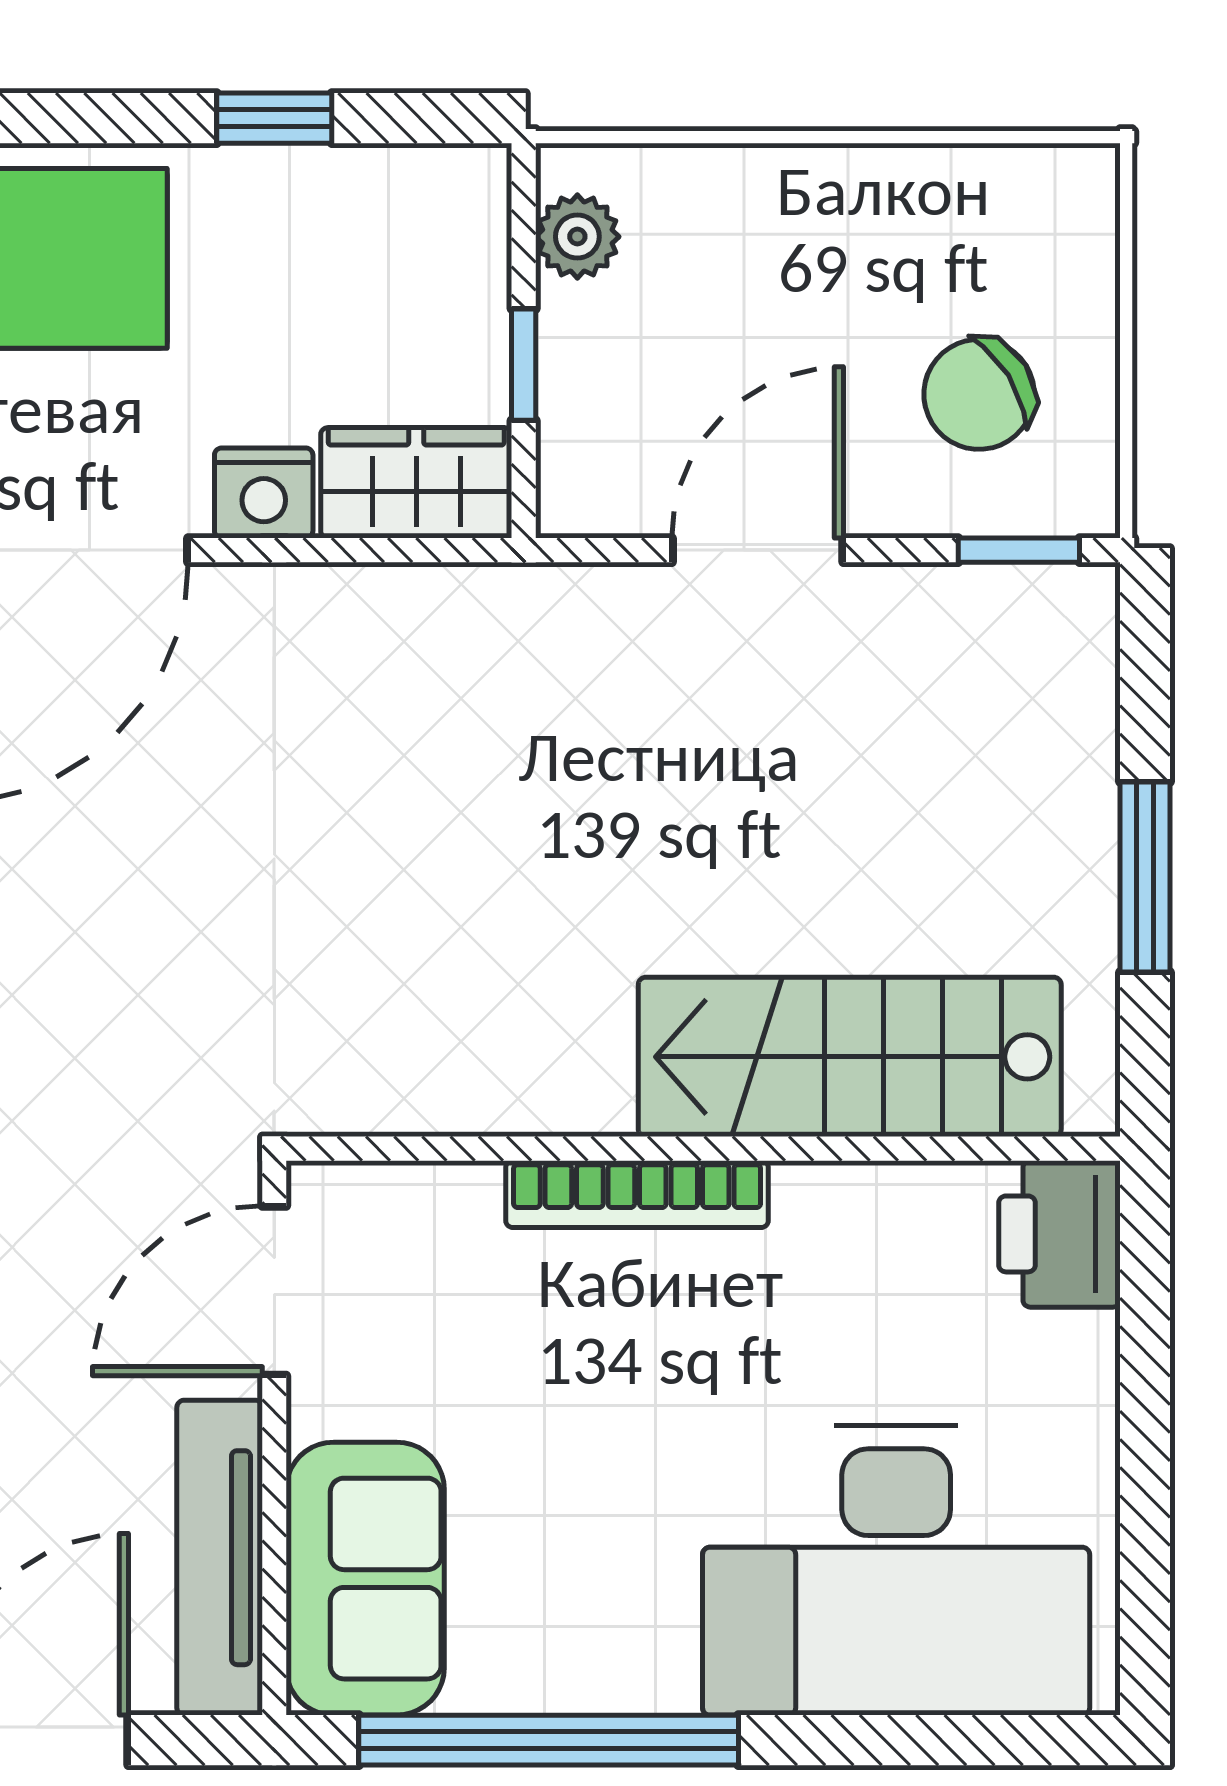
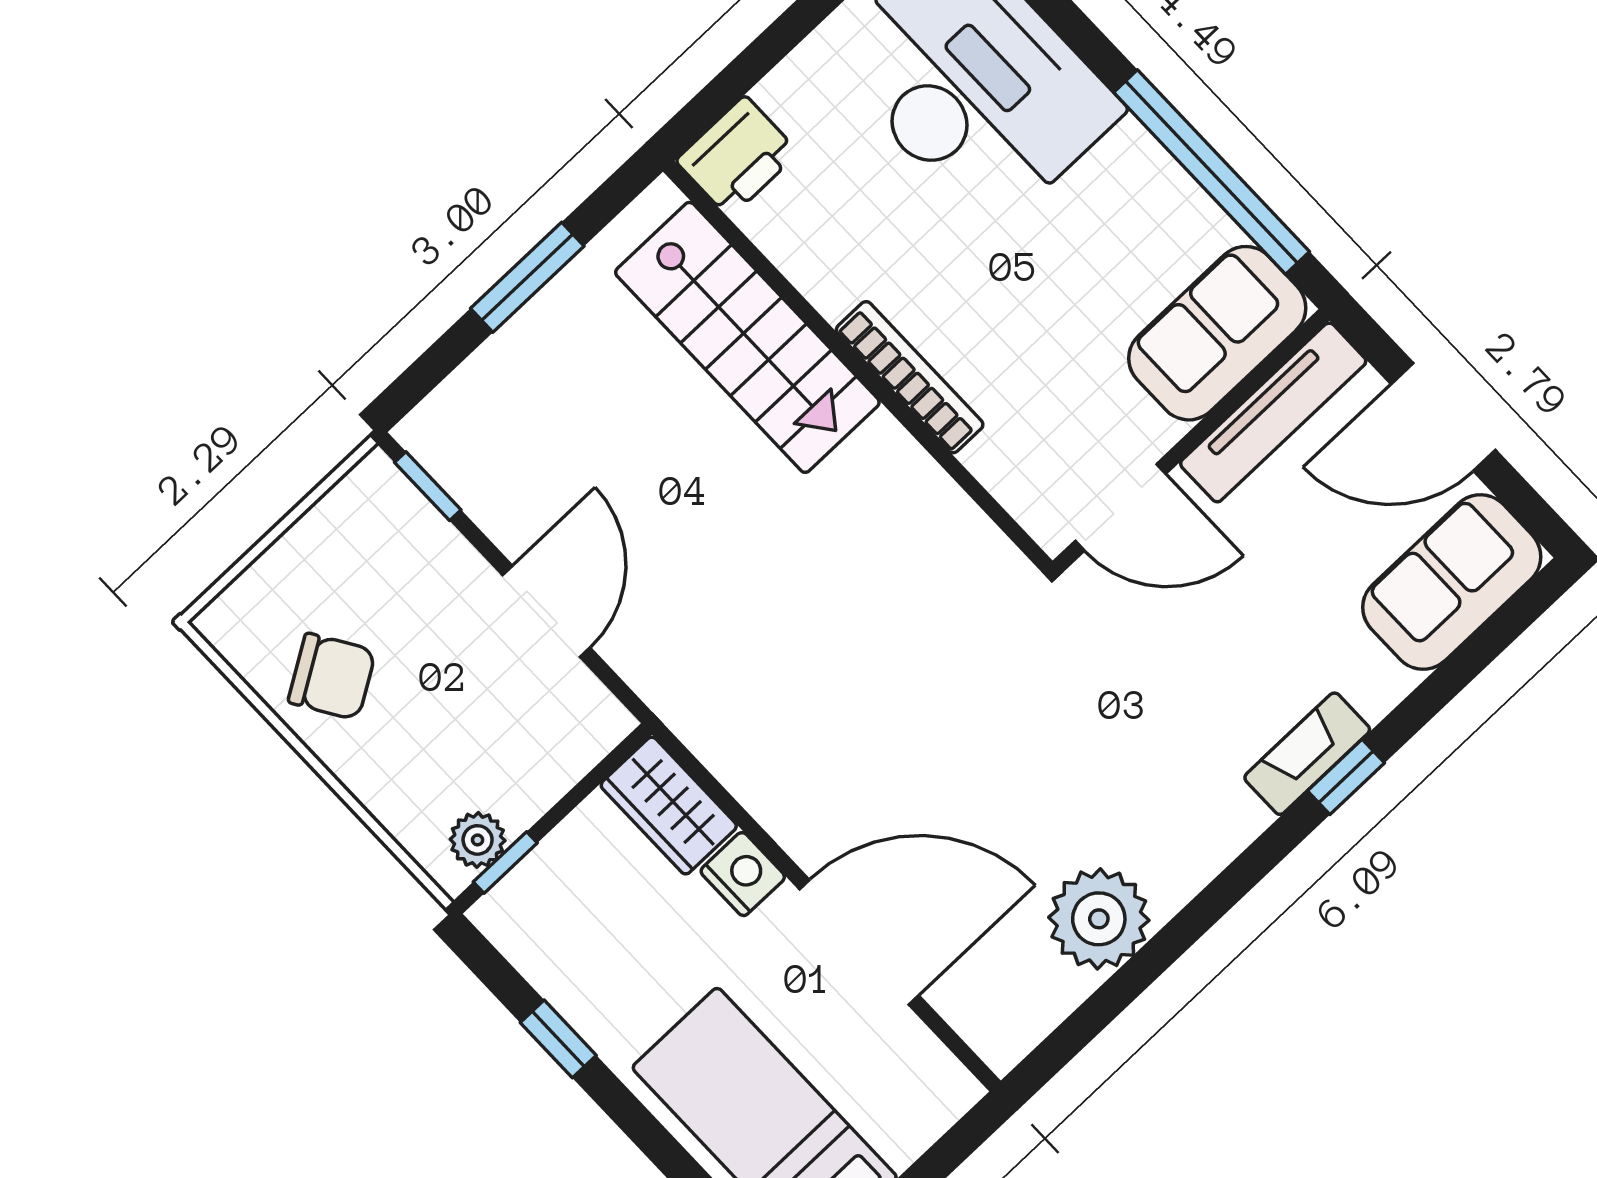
window: (524, 365) -> (505, 862), moved
chair: (979, 394) -> (332, 676), moved
door: (758, 550) -> (546, 611), swing flipped

